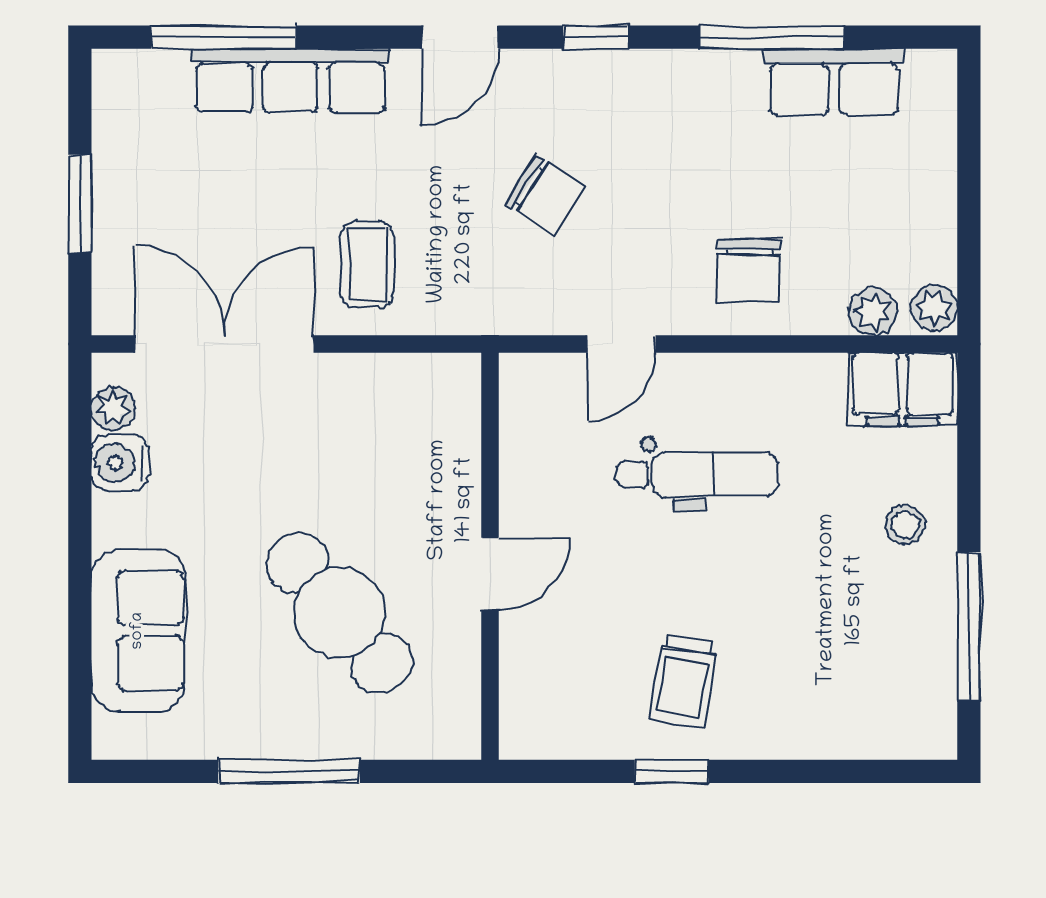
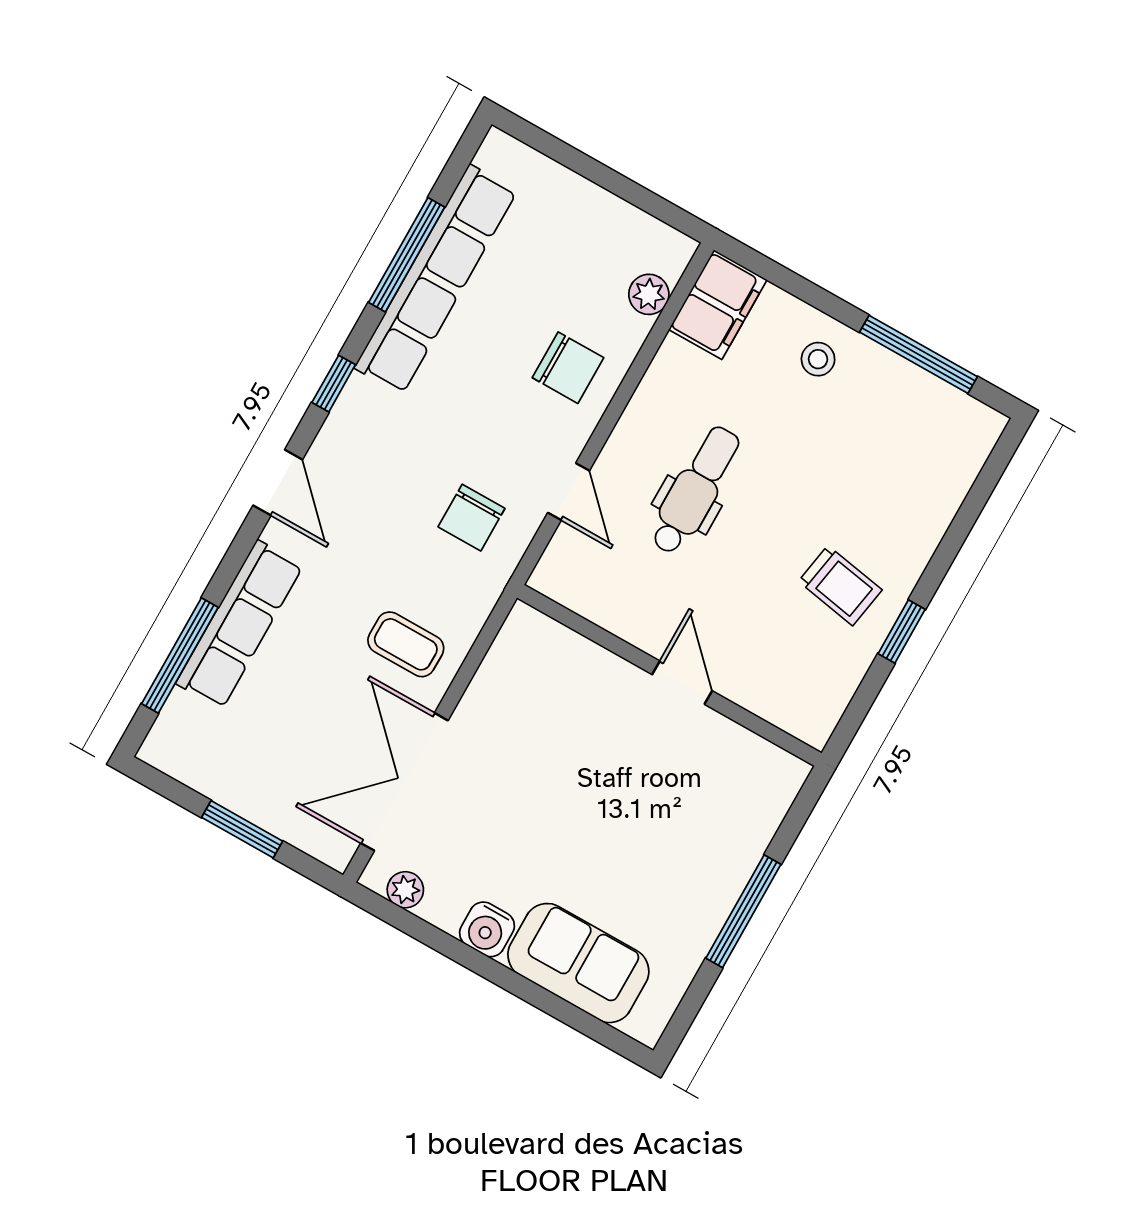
row of seats: (834, 82) -> (436, 279), width x2.02
chair: (545, 195) -> (471, 518), moved, turned 147
plant: (934, 308) -> (672, 248), removed
water cooler: (120, 463) -> (487, 929), moved
cafe table: (339, 613) -> (648, 809), removed

